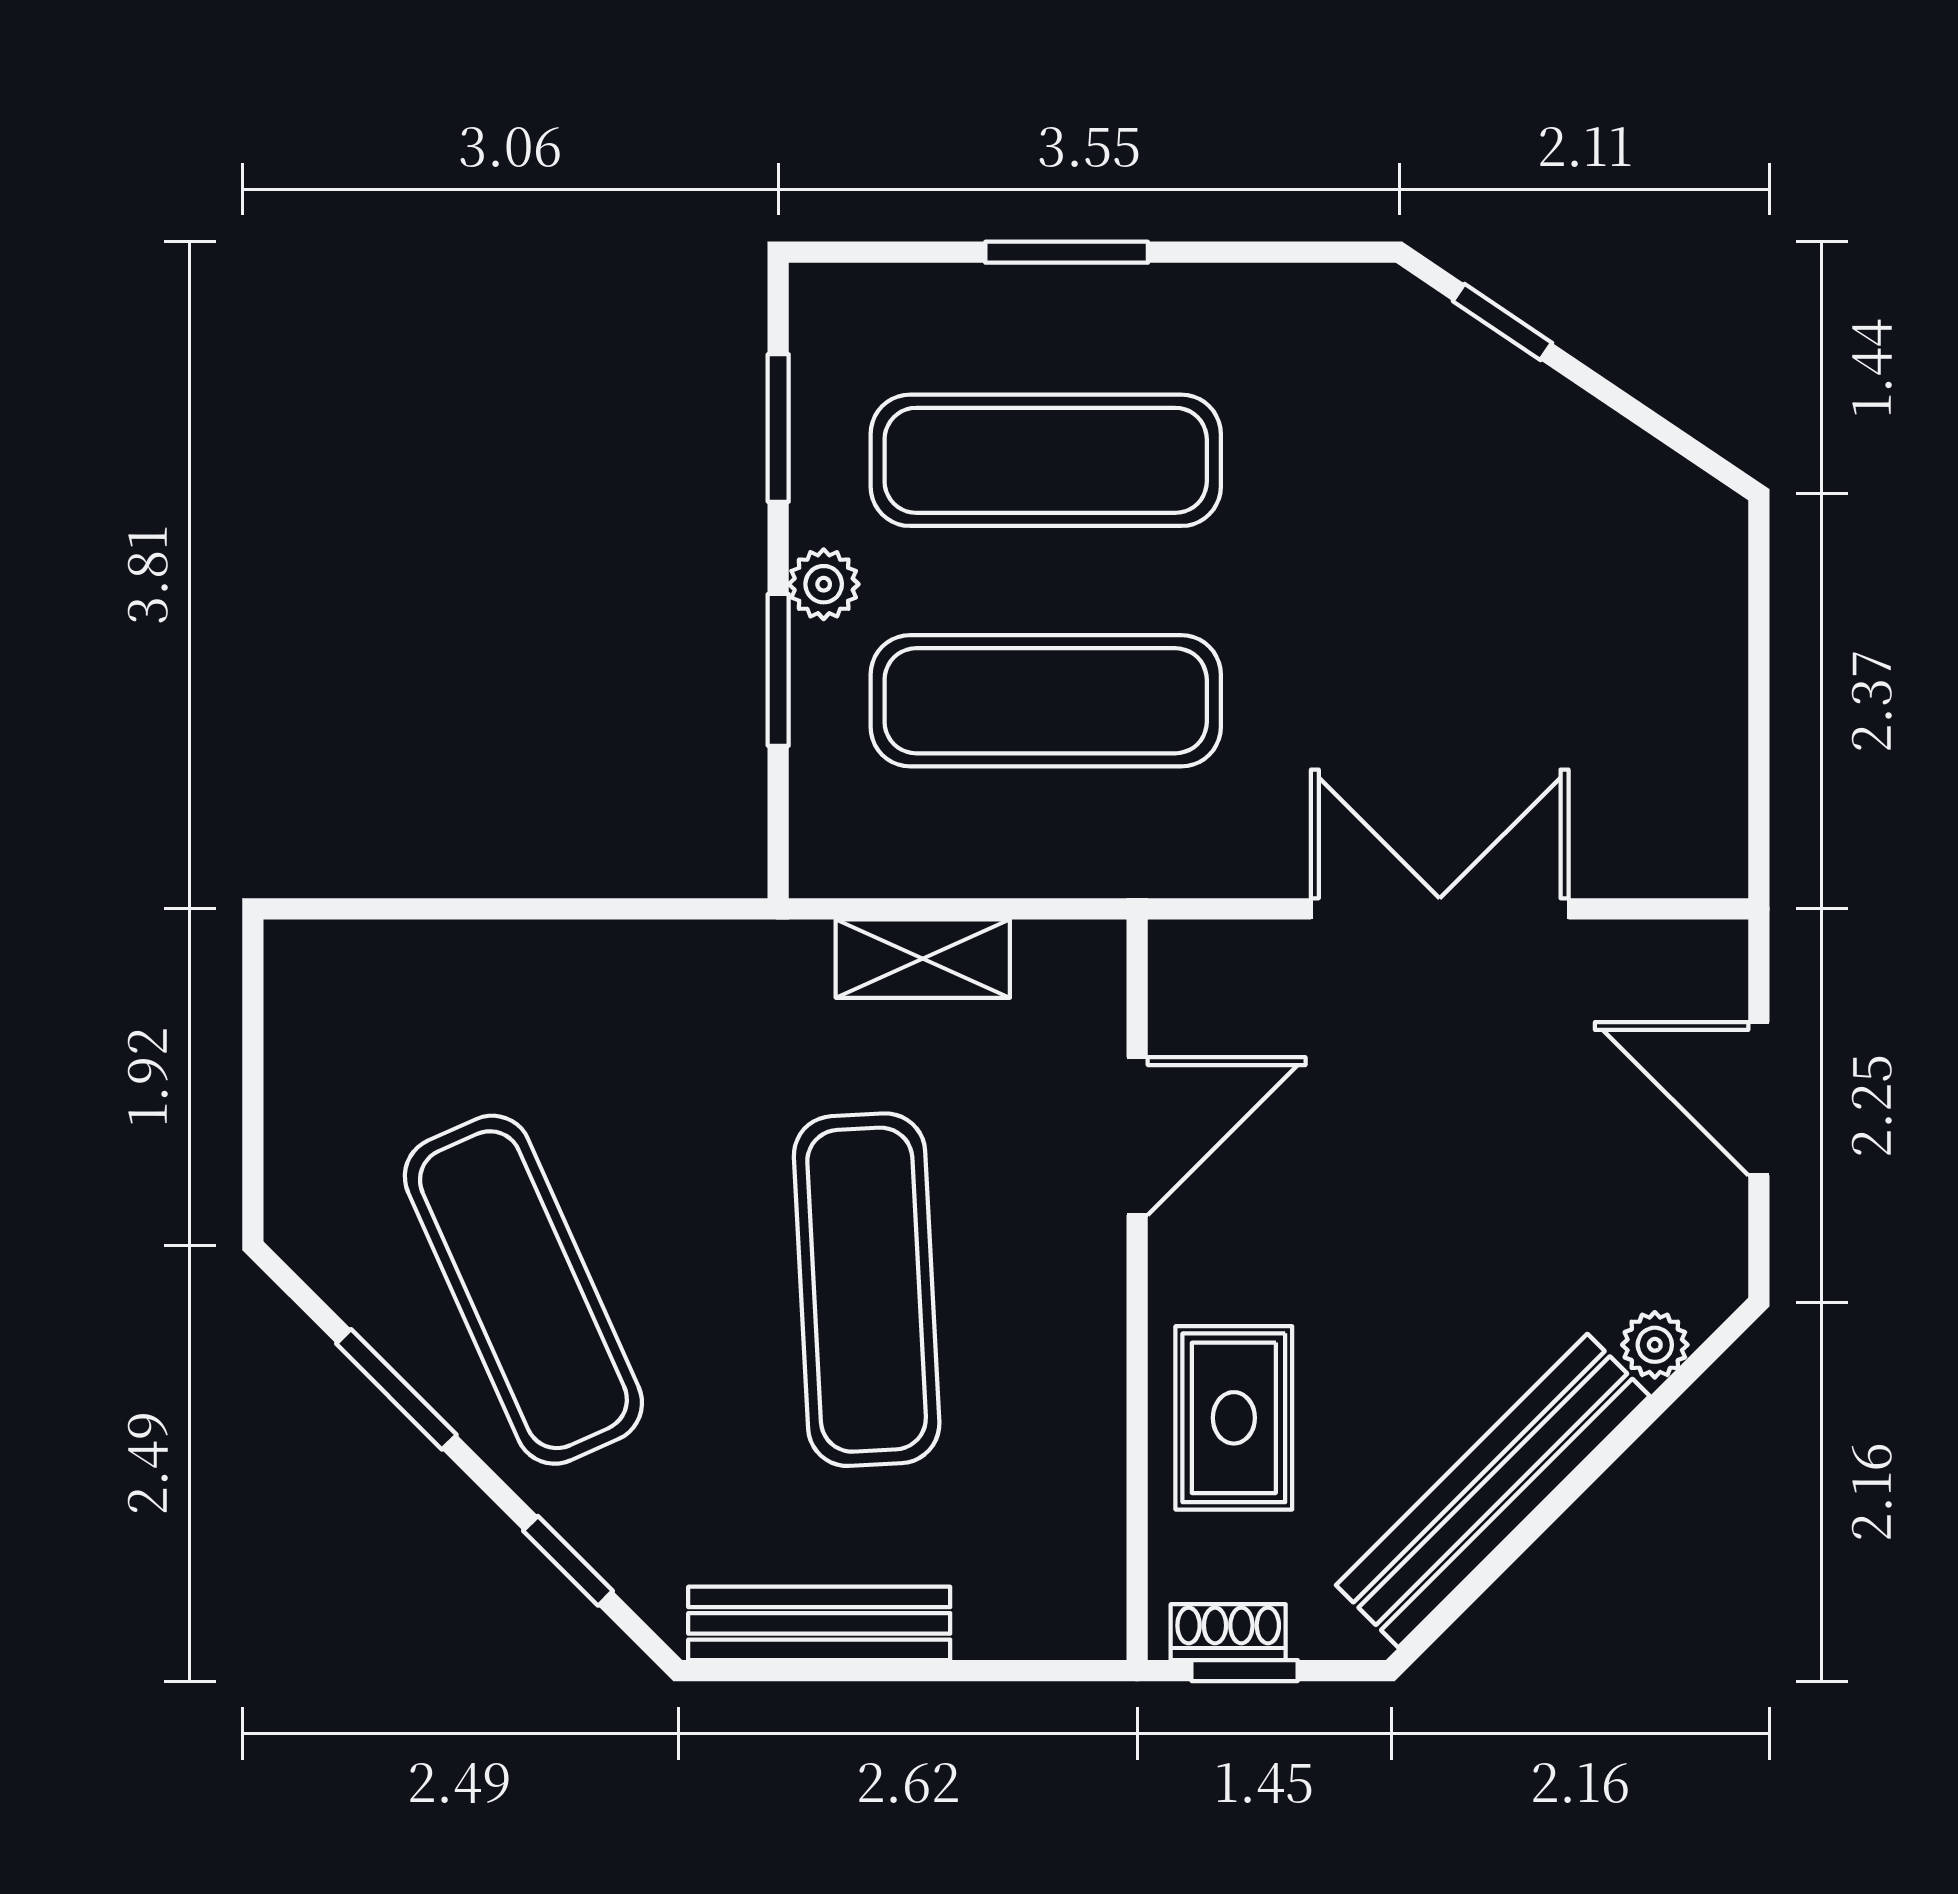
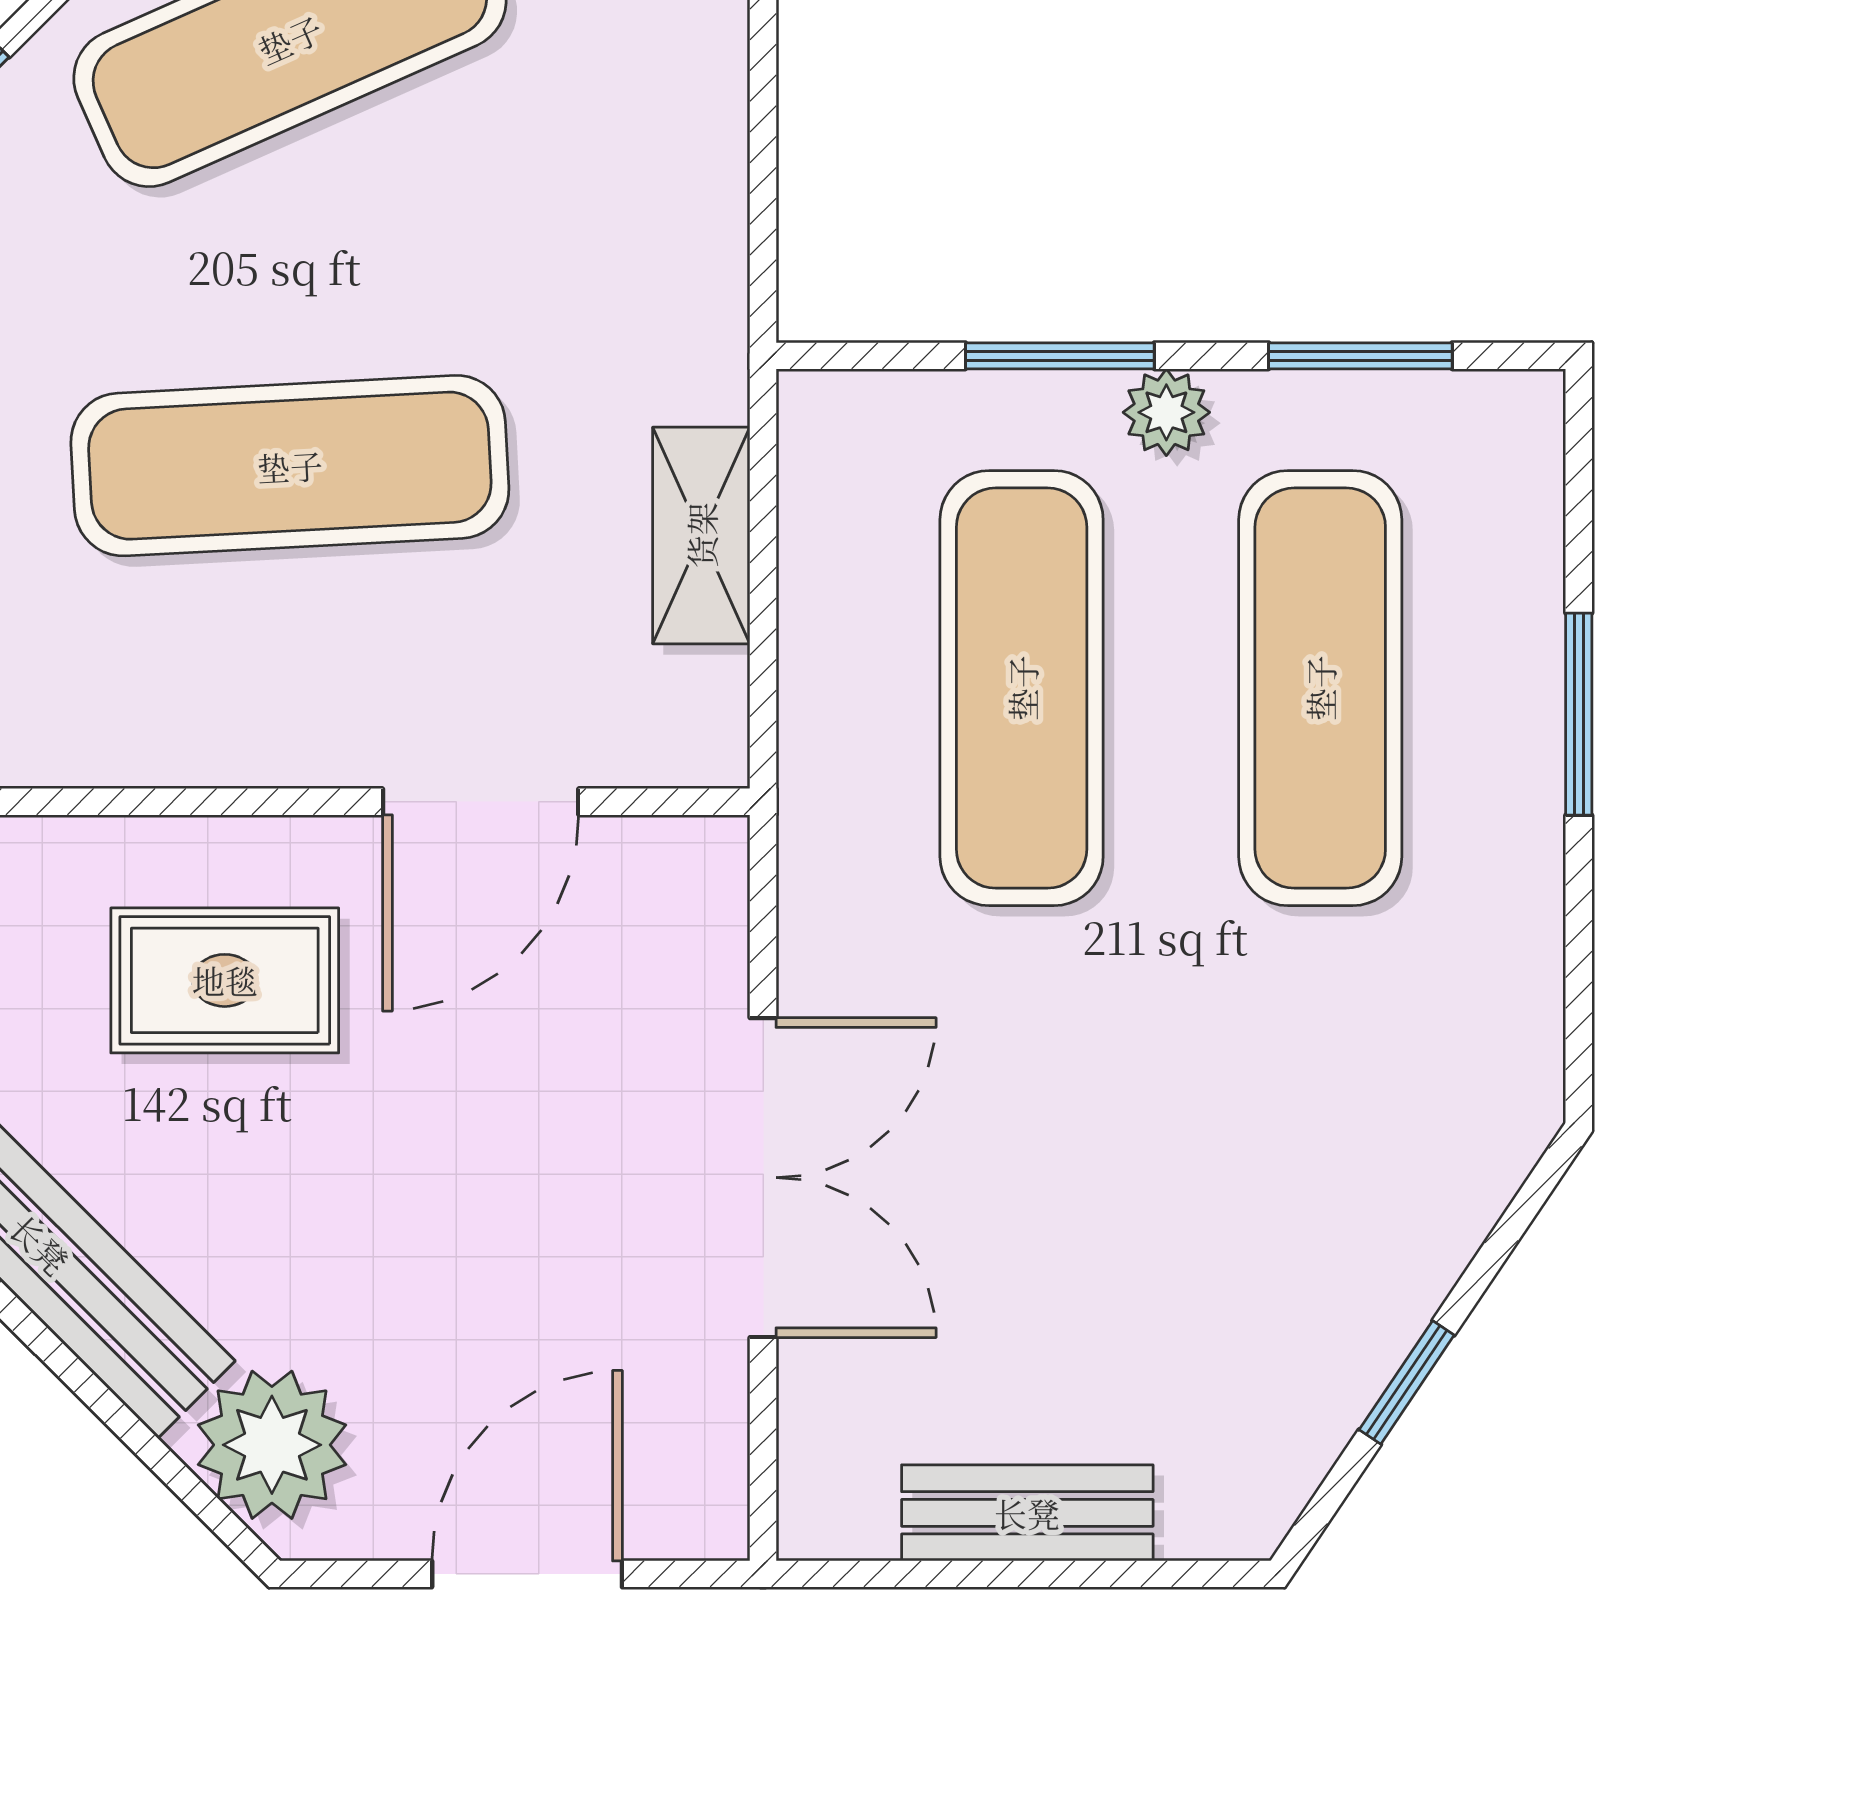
window: (1502, 322) -> (1407, 1382), moved
bench: (1710, 696) -> (1027, 1513), added
door: (1137, 1136) -> (481, 802), hinge flipped
plant: (1655, 1345) -> (272, 1445), width x1.88, depth x1.88
rug: (1234, 1418) -> (225, 980), moved

